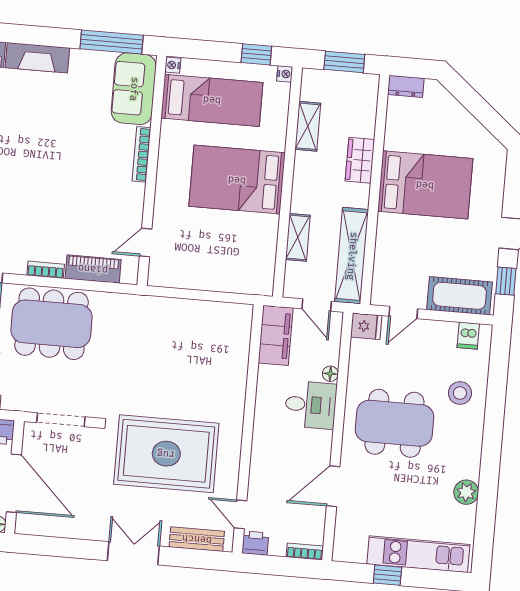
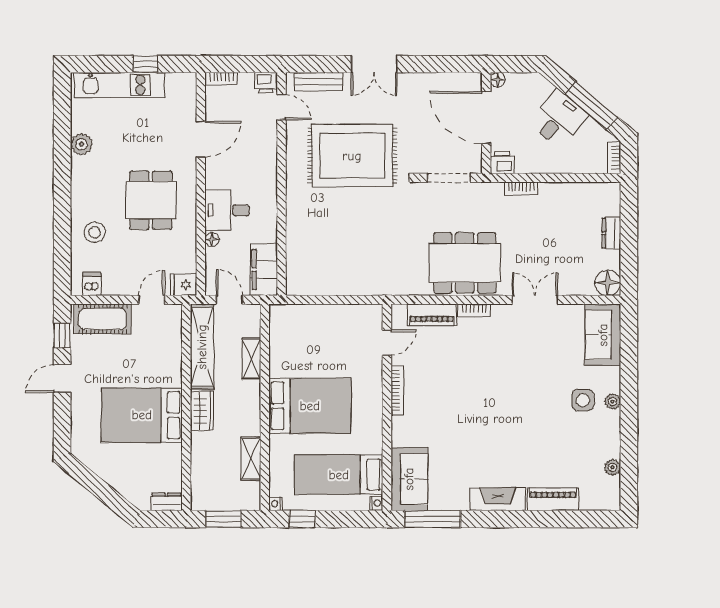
bookcase: (141, 154) -> (397, 391), moved
wardrobe: (360, 160) -> (202, 411), moved
dining table: (395, 423) -> (151, 200), width x0.73

